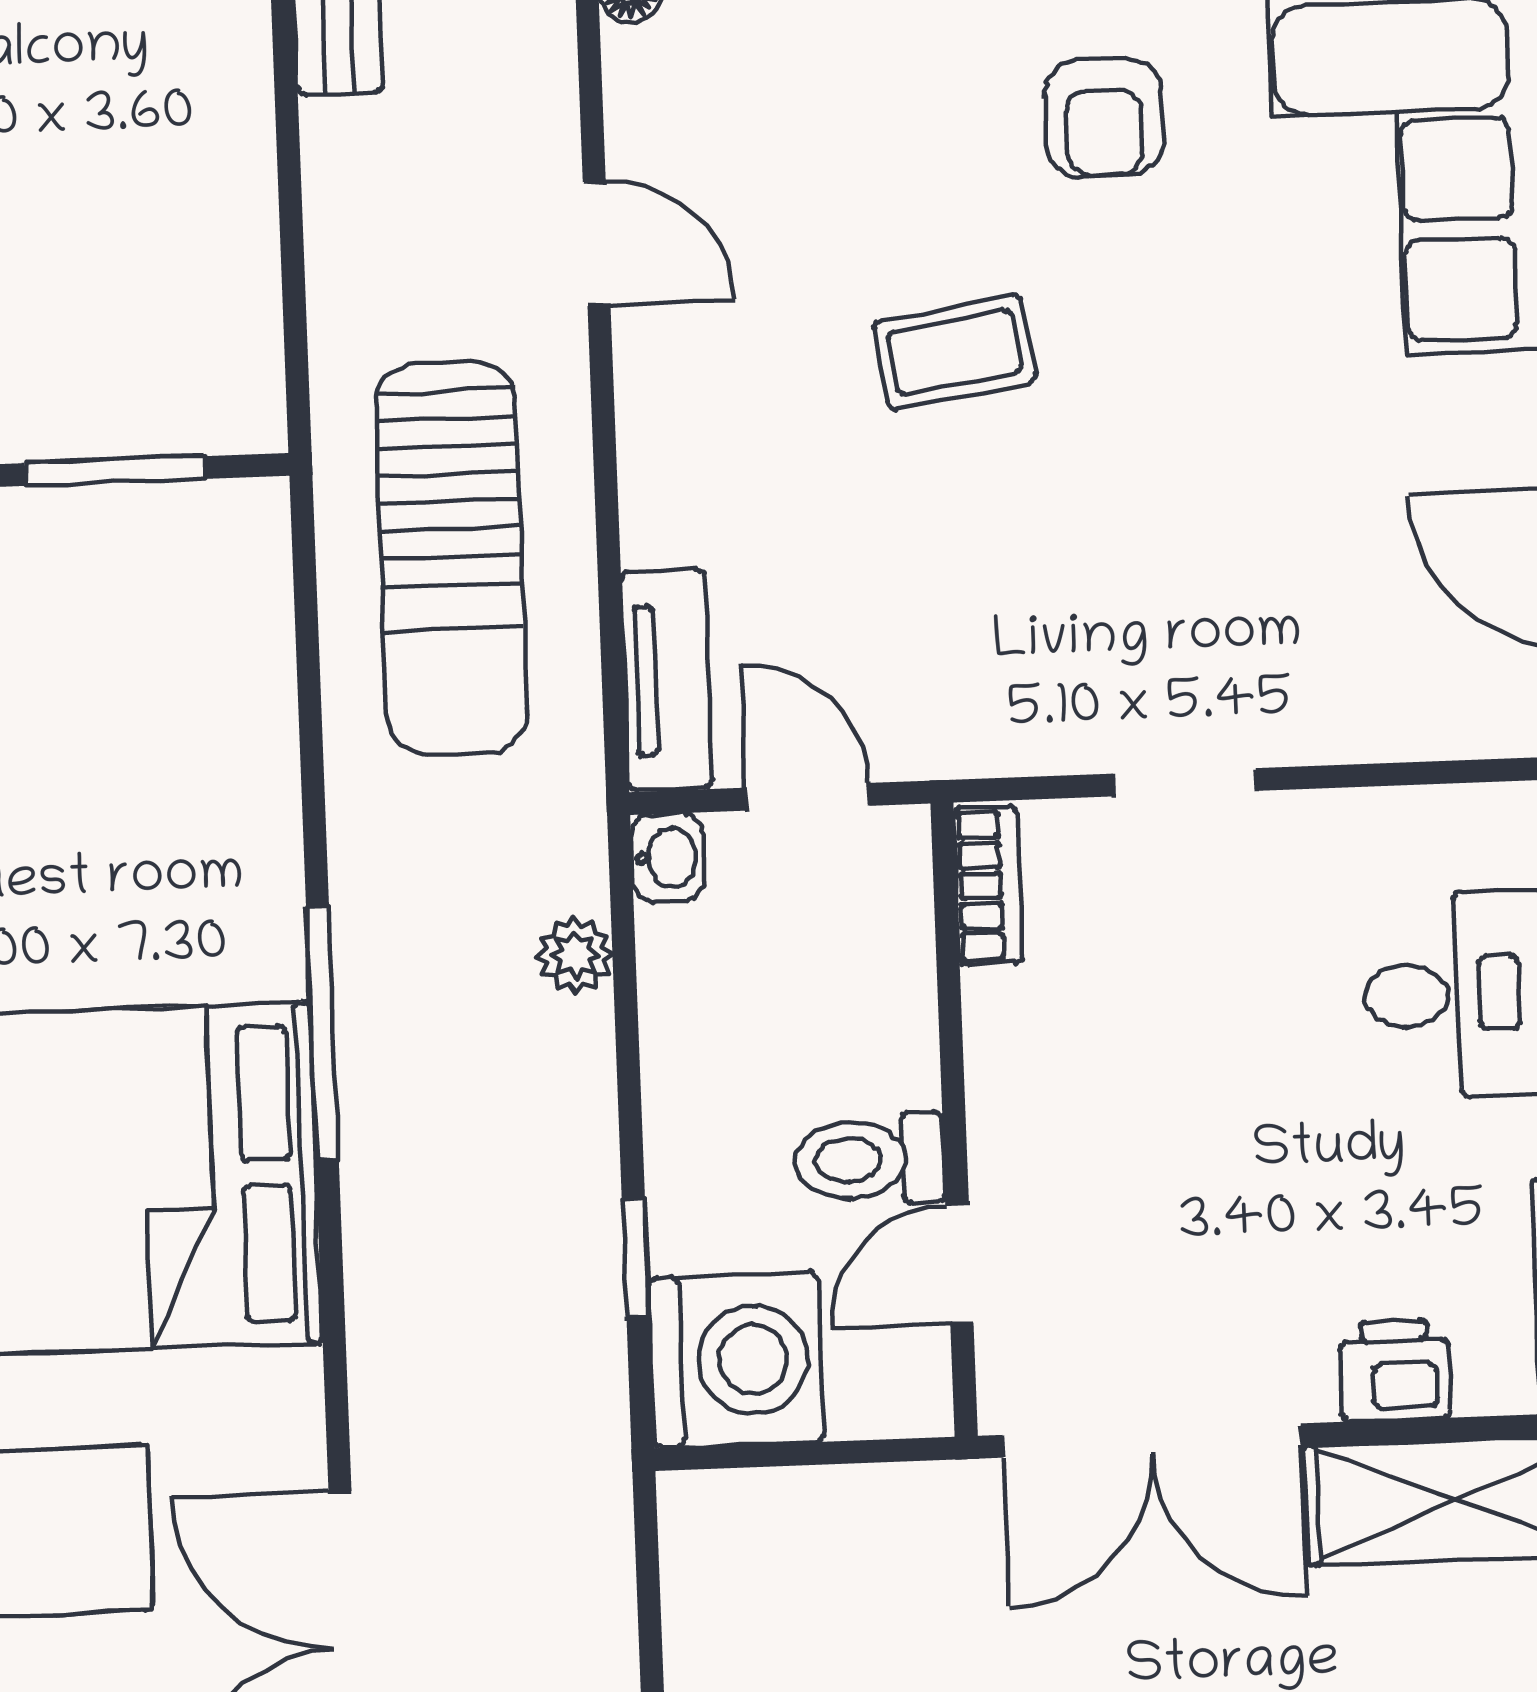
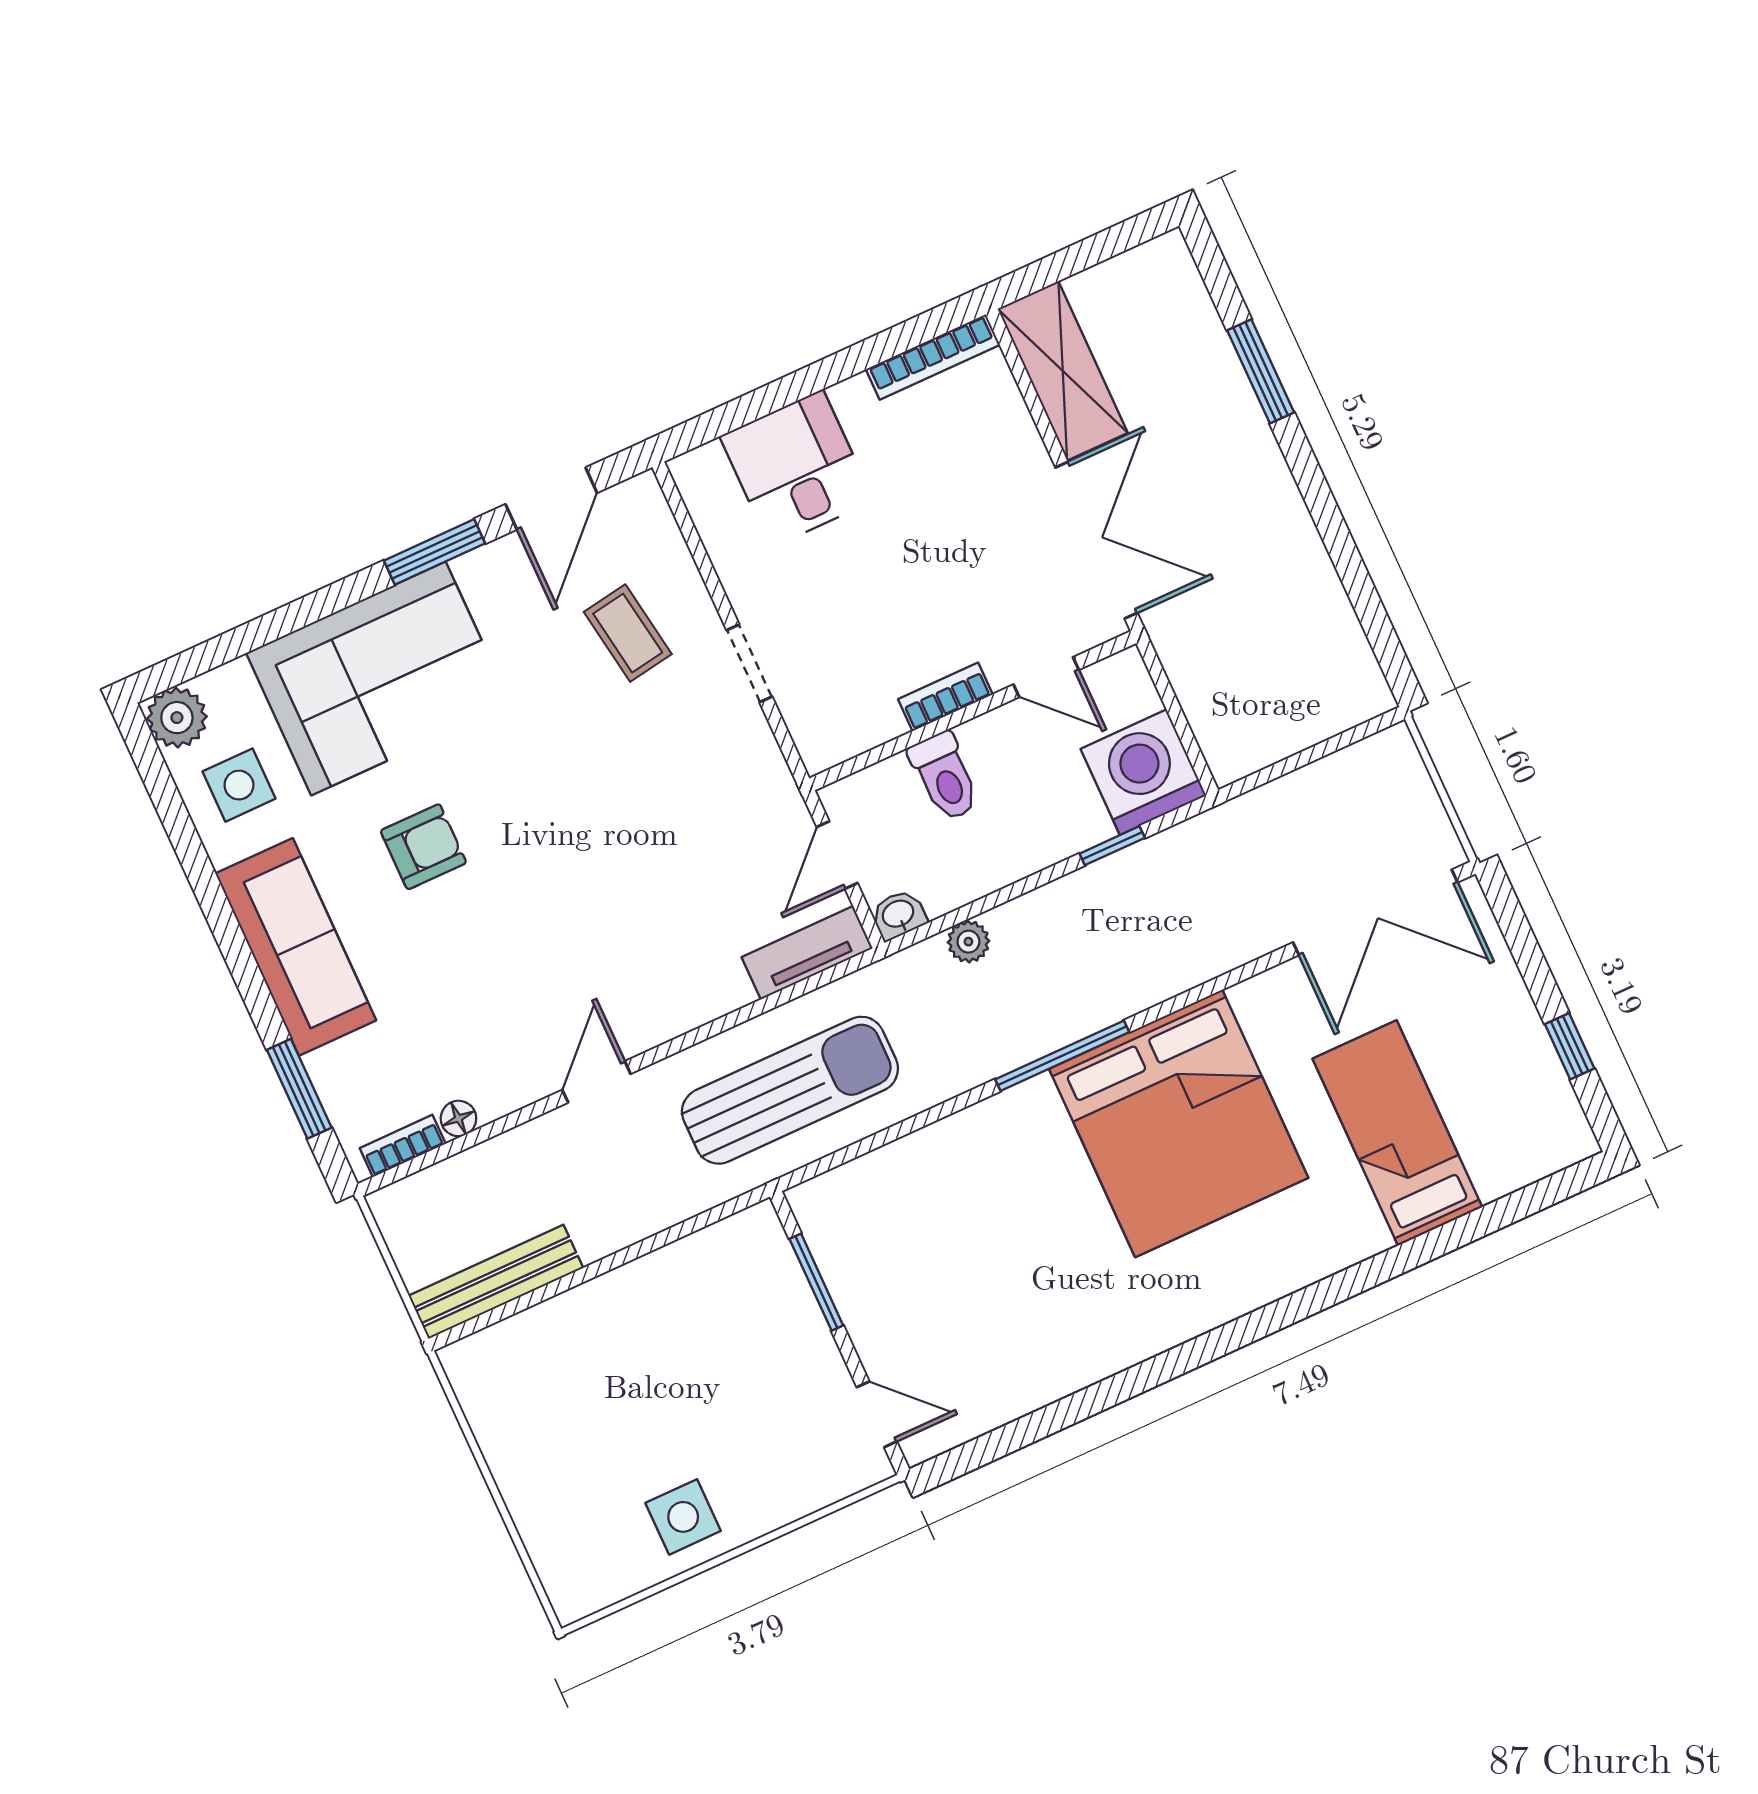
coffee table: (954, 352) -> (628, 633), moved
bookcase: (988, 885) -> (945, 697), moved
toilet: (869, 1160) -> (945, 777), moved
printer: (1395, 1370) -> (1008, 430), removed

